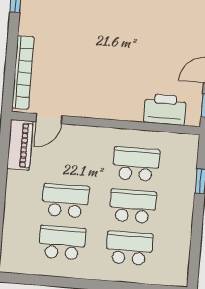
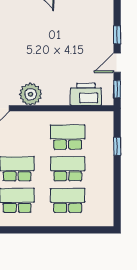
plant: (91, 103) -> (31, 94), added

